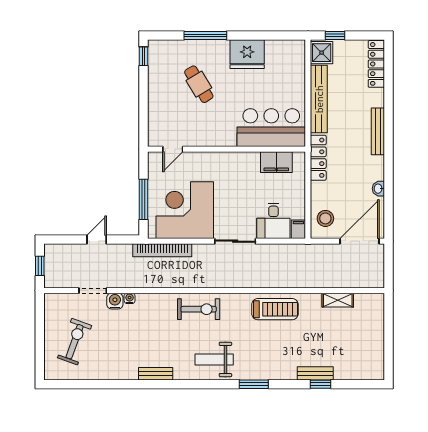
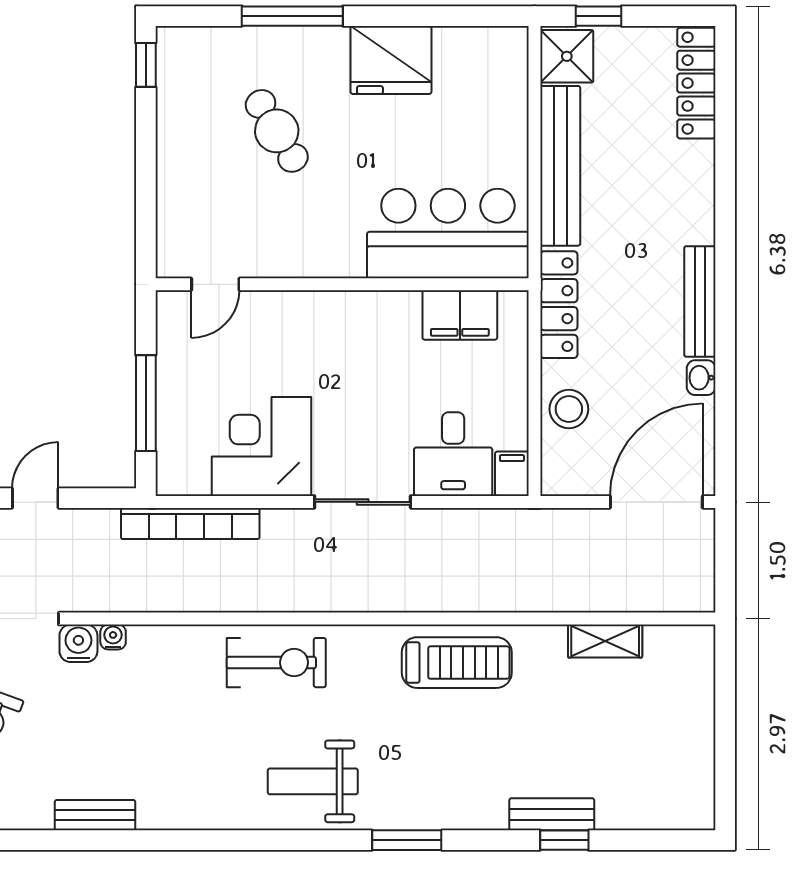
bench: (378, 131) -> (700, 301), moved
corner desk: (185, 210) -> (262, 446), width x0.74, depth x0.74
stool: (325, 218) -> (569, 409), moved
bench: (156, 374) -> (95, 815), moved

